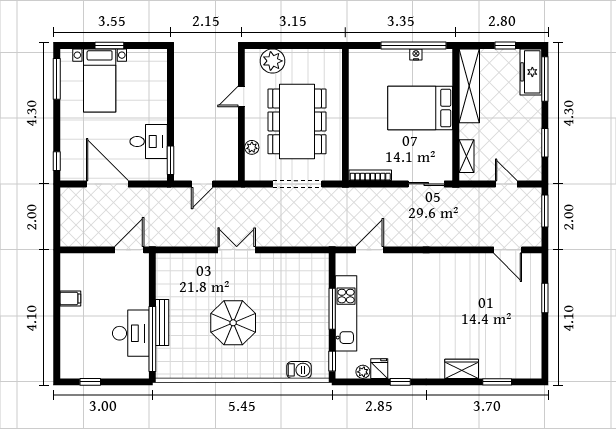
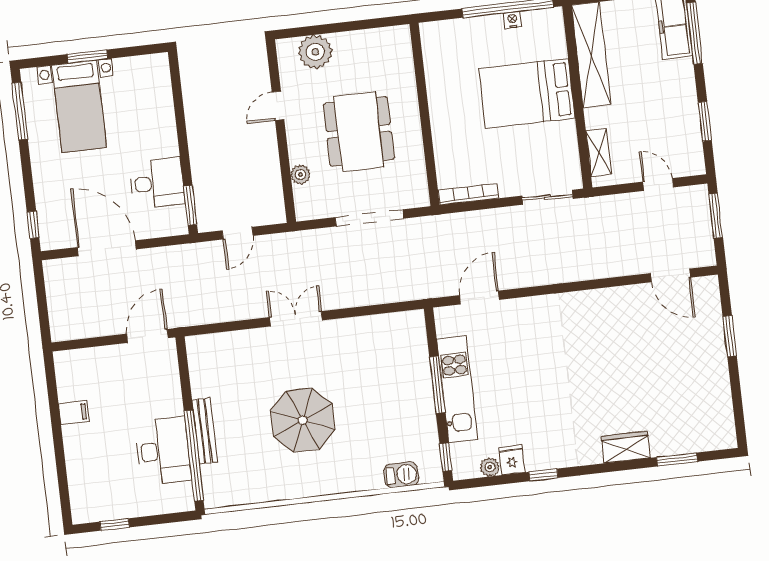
dining table: (297, 121) -> (359, 131), width x0.73, depth x0.80

